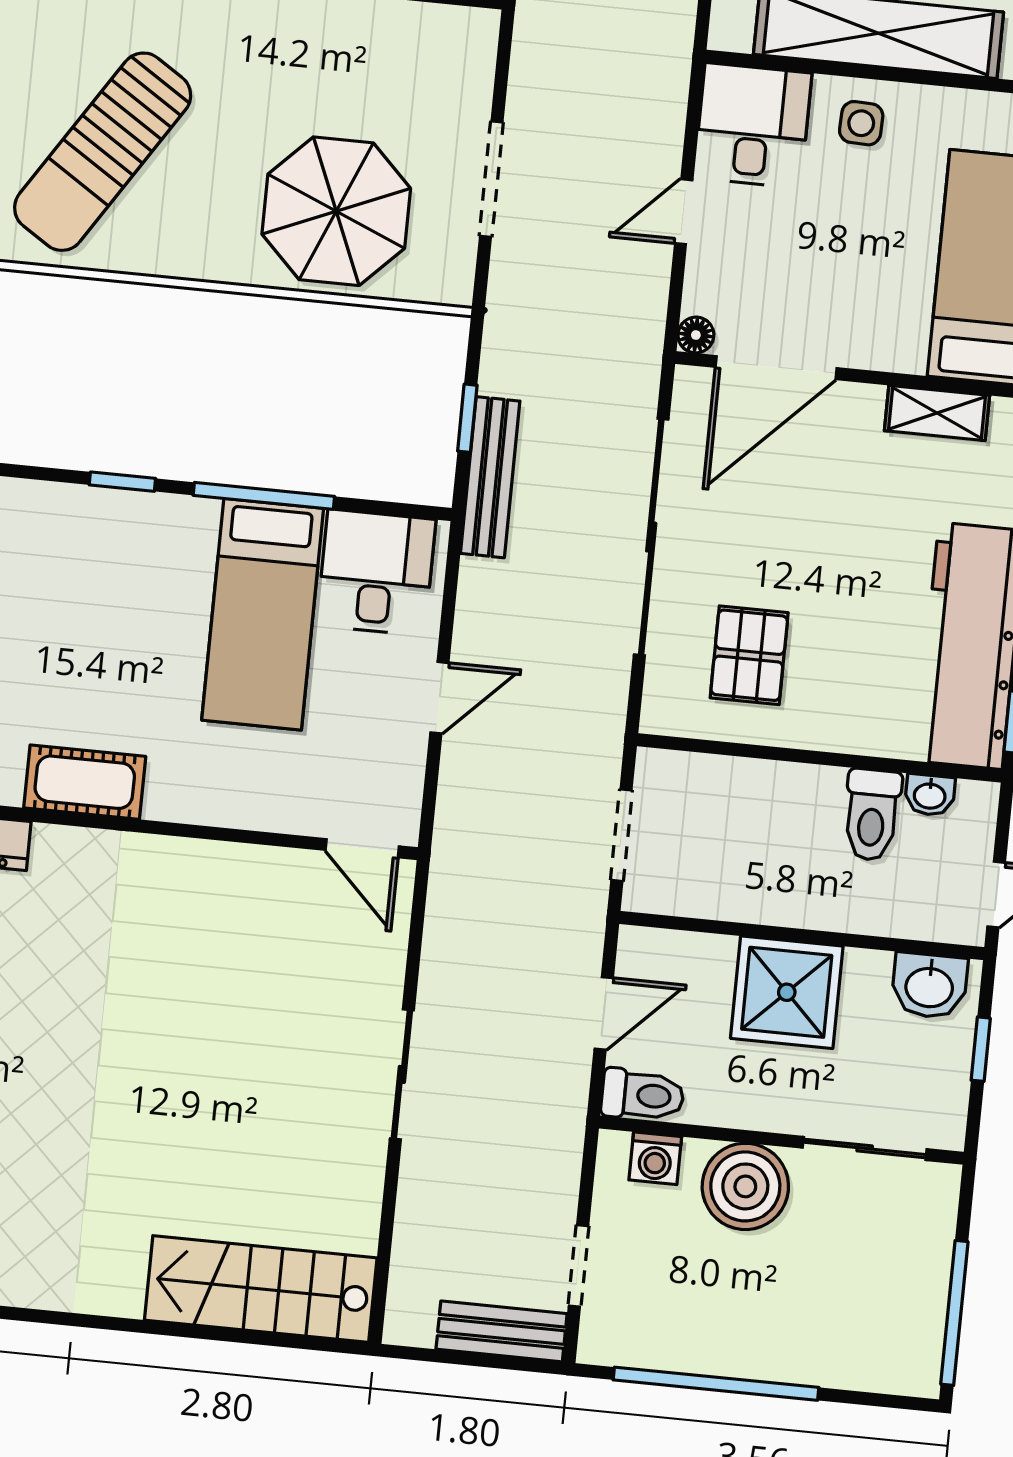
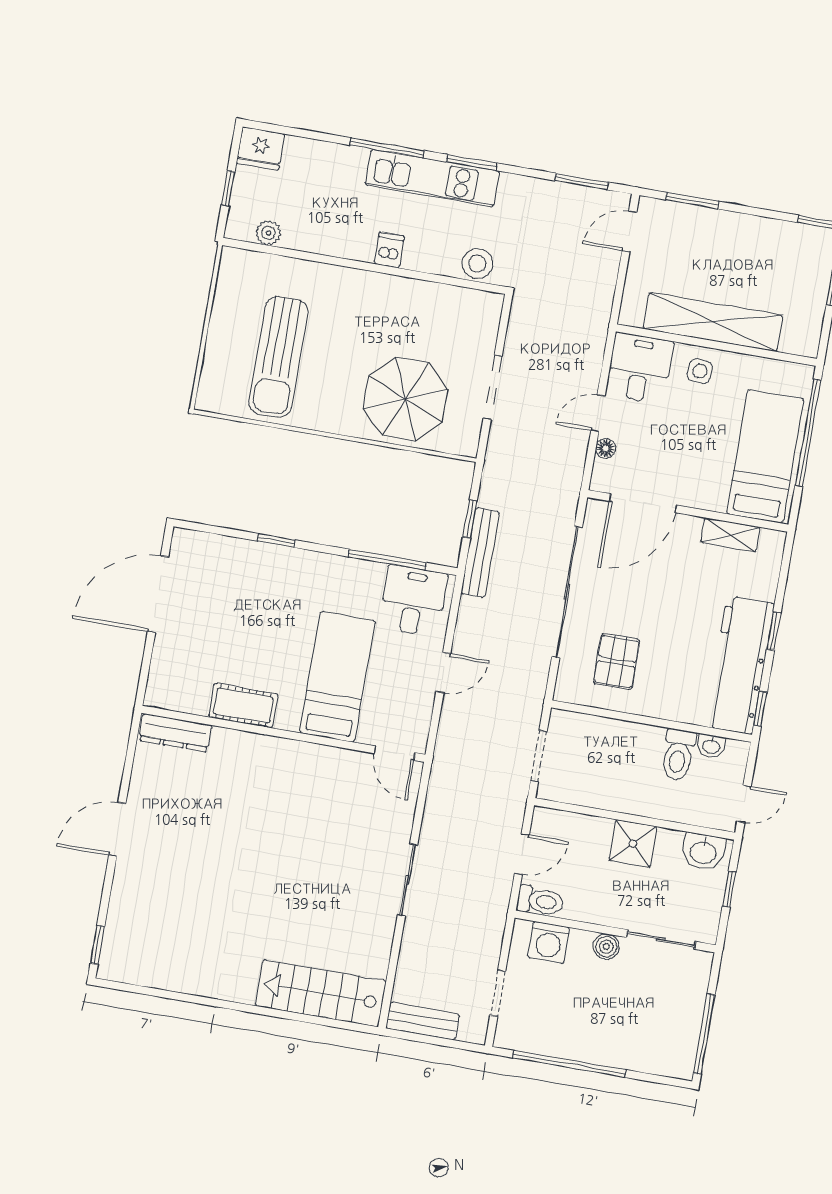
sun lounger: (103, 152) -> (278, 357), turned -33
floor lamp: (696, 335) -> (606, 448), moved
window: (264, 496) -> (387, 560), moved
bed: (263, 614) -> (337, 677), moved, turned 180
shower: (787, 992) -> (633, 844), width x0.73, depth x0.73
washing machine: (655, 1158) -> (549, 942), width x1.38, depth x1.38
boiler: (745, 1186) -> (606, 947), width x0.54, depth x0.54
bench: (502, 1331) -> (423, 1021), moved

